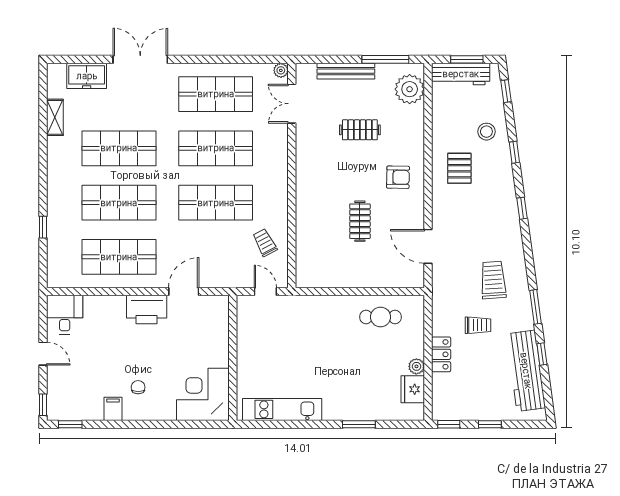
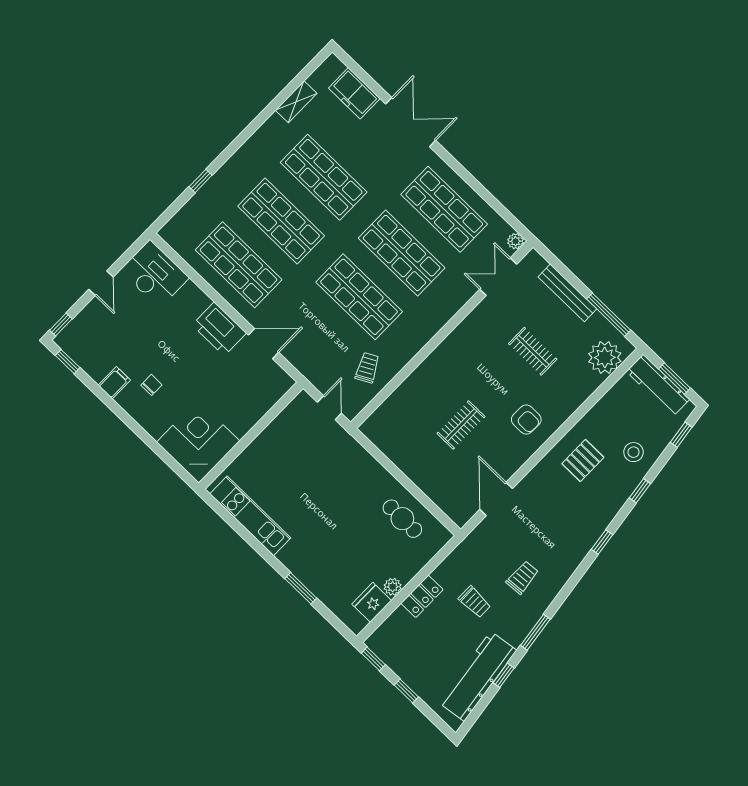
trolley: (493, 280) -> (522, 577), width x0.73, depth x0.72
desk: (65, 315) -> (155, 274), width x1.37

